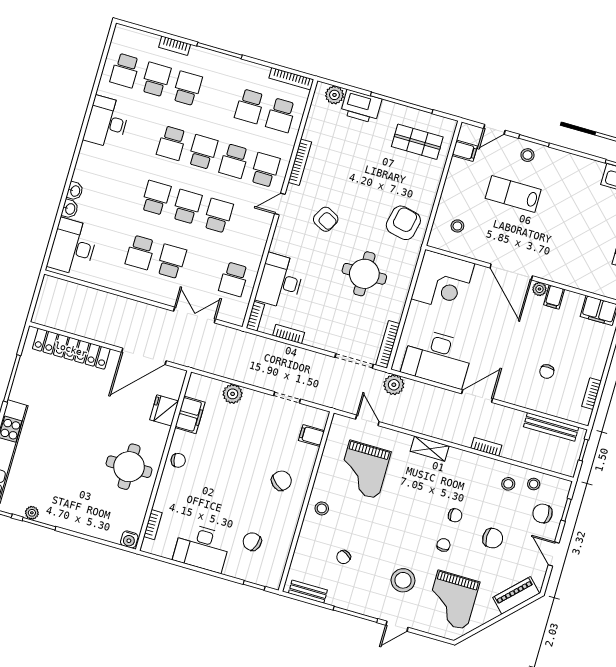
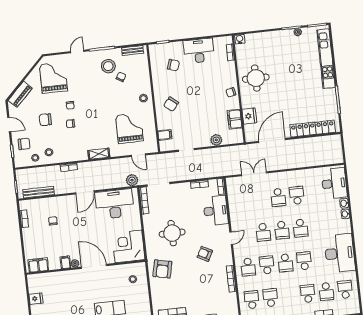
school desk: (187, 88) -> (308, 294), turned 180
desk: (107, 122) -> (340, 253), width x1.36, depth x1.30
door: (280, 204) -> (231, 238), moved
school desk: (234, 279) -> (241, 202), removed
double door: (194, 315) -> (254, 174), swing flipped
stool: (403, 580) -> (108, 66), moved

